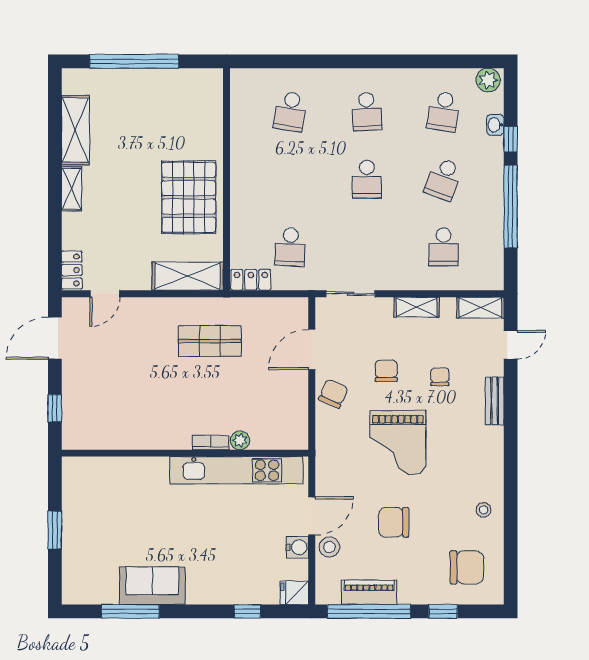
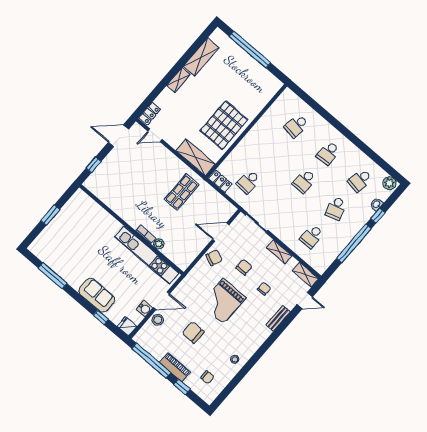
school desk: (443, 179) -> (336, 208), turned -39
shop shelf: (210, 341) -> (182, 192), turned 90
chair: (467, 567) -> (207, 377), width x0.54, depth x0.54
sofa: (152, 586) -> (97, 295), moved
piano: (369, 592) -> (175, 367), moved

